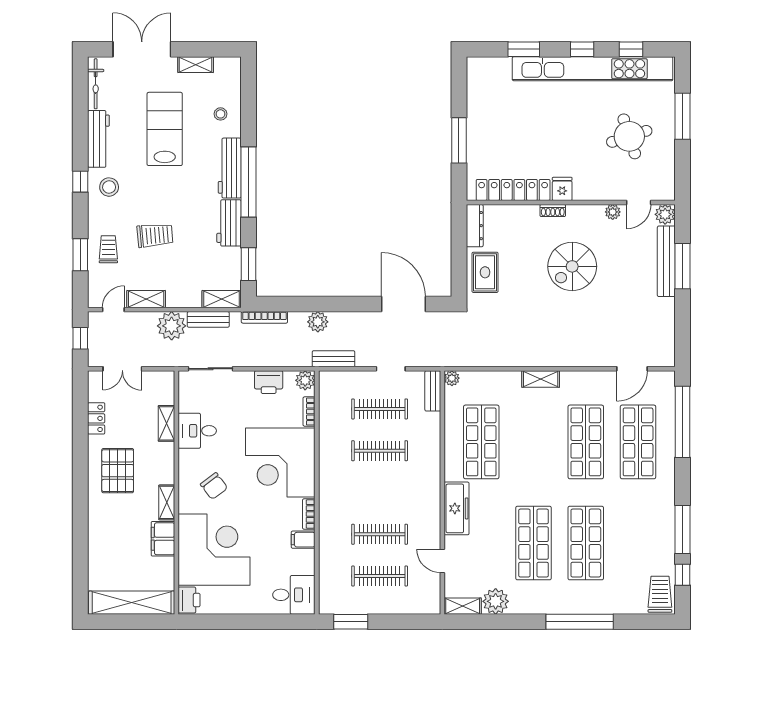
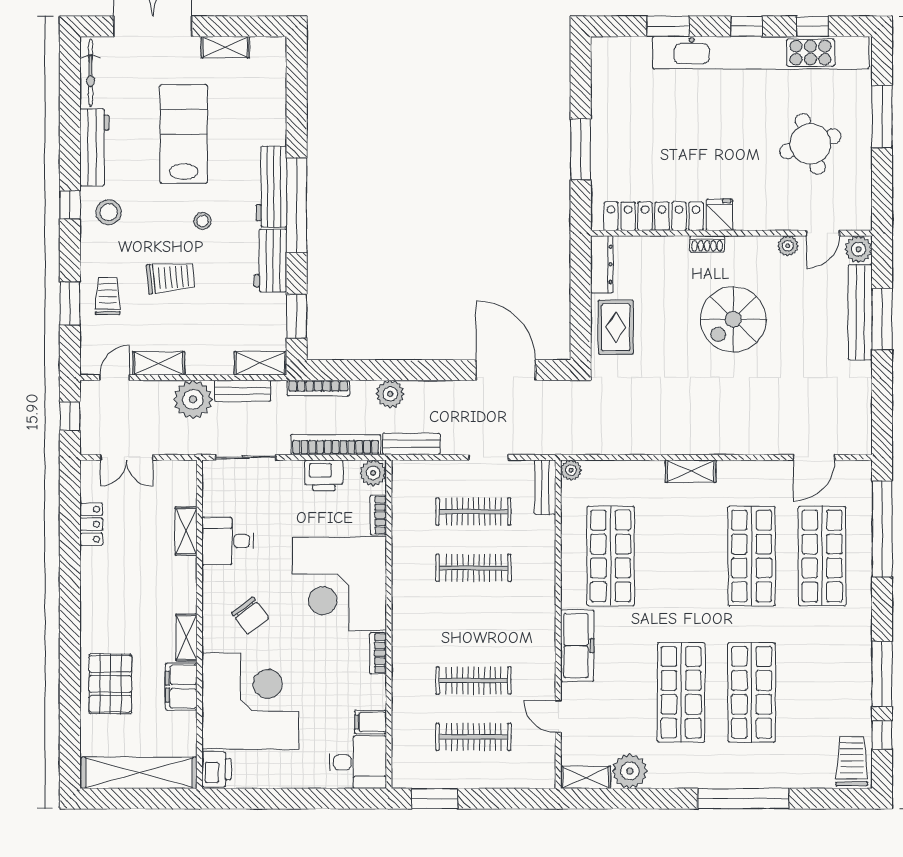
stool: (220, 114) -> (203, 221), moved
bookcase: (277, 359) -> (336, 445), added
pallet: (118, 471) -> (110, 684), moved
filing cabinet: (303, 540) -> (370, 722), moved

